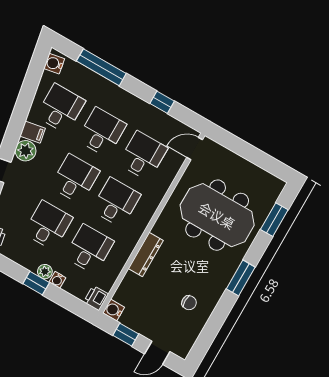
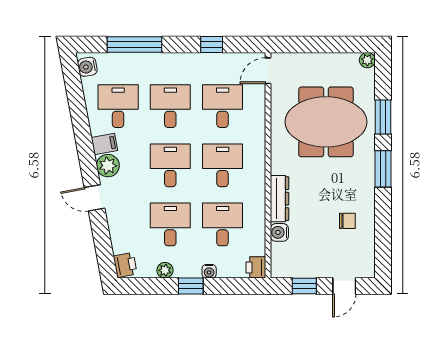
plant: (278, 185) -> (367, 60), added
window: (274, 220) -> (383, 117), moved
plant: (45, 272) -> (165, 270), moved
water cooler: (114, 310) -> (279, 232), moved

